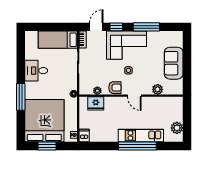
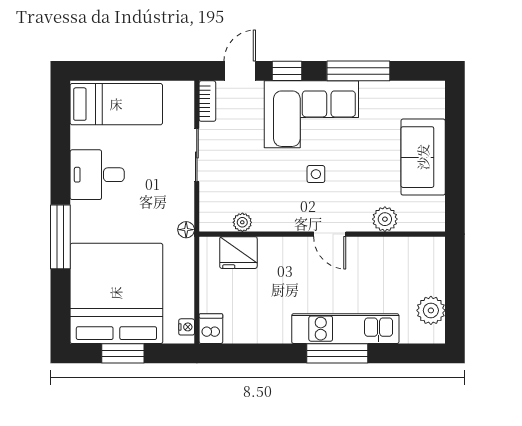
bed: (58, 40) -> (116, 104), moved, turned 180
armchair: (115, 88) -> (284, 215), removed
window: (137, 146) -> (337, 353), width x0.68

